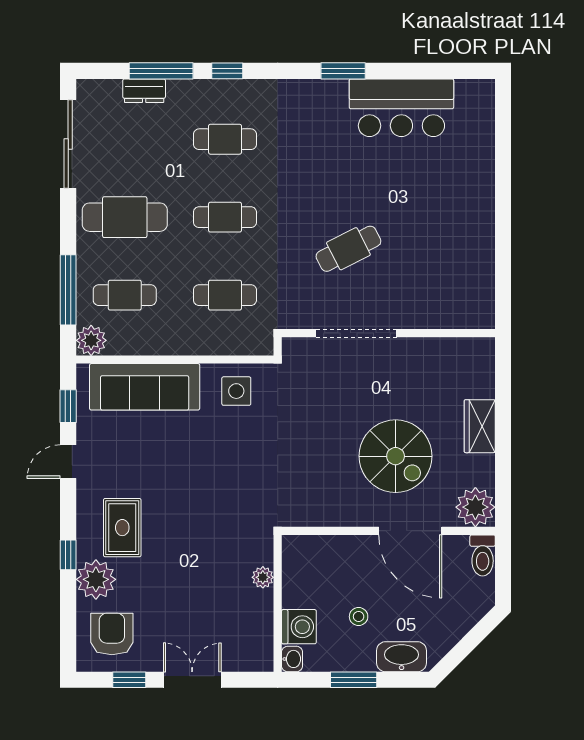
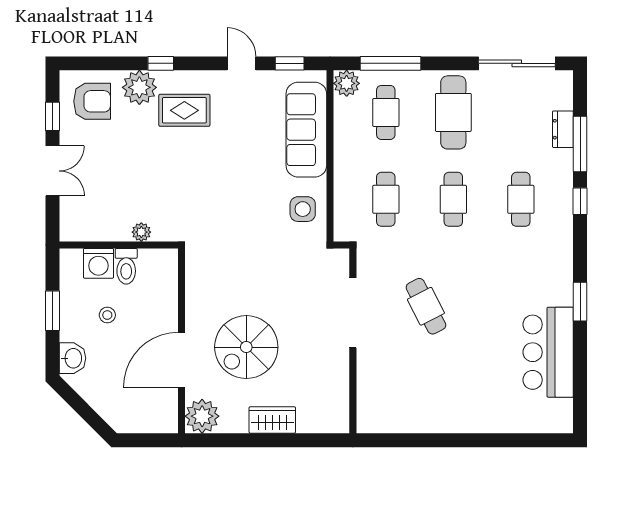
toilet: (483, 555) -> (126, 266), moved, turned -90
washbasin: (402, 657) -> (73, 358), width x0.72
washbasin: (292, 659) -> (71, 257), removed

